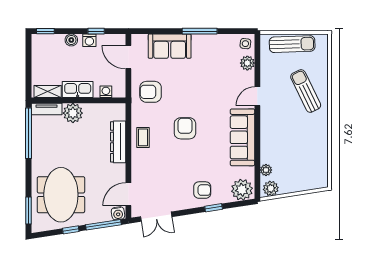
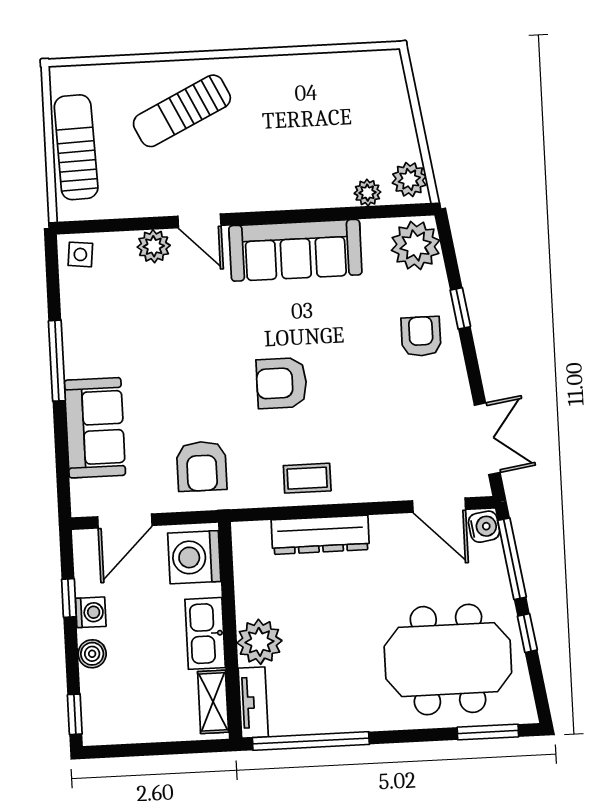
plant: (247, 63) -> (154, 246), moved
washing machine: (106, 92) -> (194, 557), width x1.89, depth x1.89

